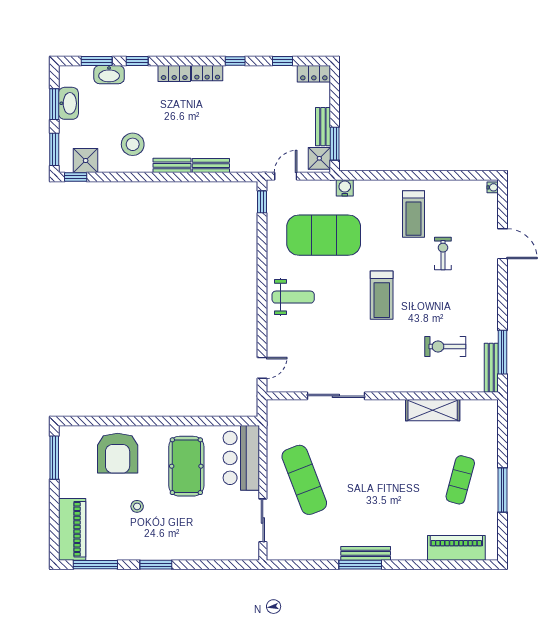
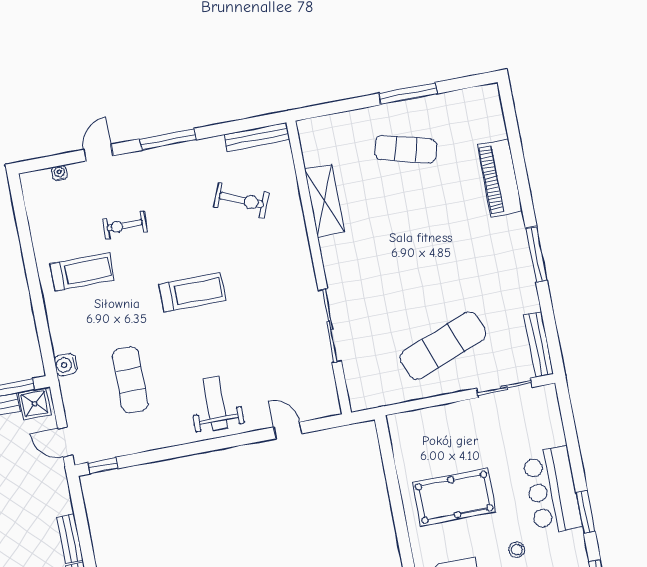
water cooler: (493, 187) -> (59, 173), moved
exercise mat: (324, 235) -> (130, 380), width x0.50, depth x0.69
door: (503, 244) -> (98, 153), width x0.73
exercise bike: (445, 346) -> (241, 200), turned -67
window: (503, 352) -> (168, 139), moved
door: (262, 368) -> (288, 430), moved
bar counter: (241, 458) -> (552, 490), moved, turned 90
piano: (456, 548) -> (500, 178), moved
bench: (366, 553) -> (539, 344), moved

